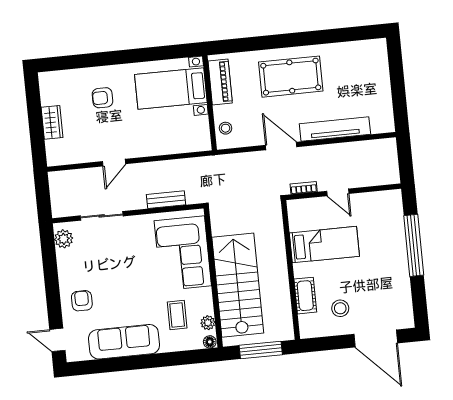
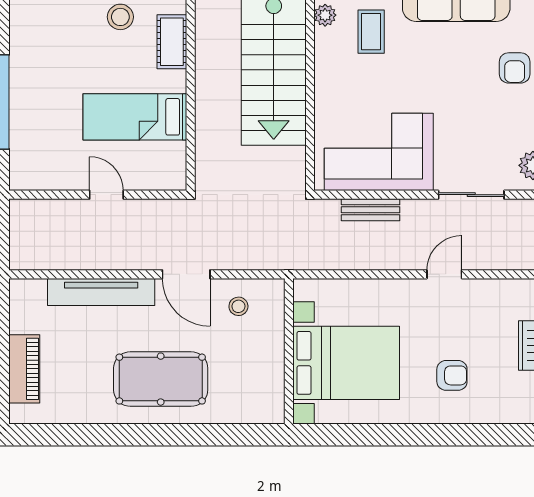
piano: (220, 82) -> (24, 369), moved, turned 180
bed with nightstands: (171, 88) -> (346, 363), width x1.36
stool: (226, 128) -> (238, 306), moved
bookcase: (304, 188) -> (158, 207), removed
corner sofa: (183, 253) -> (379, 152), moved, turned -90

